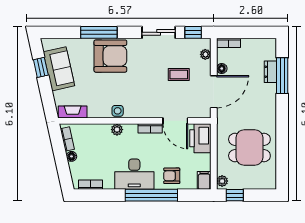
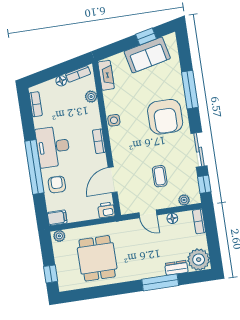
plant: (266, 49) -> (199, 260), added
armchair: (110, 56) -> (165, 117), moved
window: (282, 76) -> (160, 282), moved
door: (214, 92) -> (148, 214), width x0.53
bookcase: (150, 128) -> (99, 141), moved
plant: (117, 130) -> (91, 97), moved
printer: (200, 138) -> (106, 210), width x0.53, depth x0.68
window: (235, 195) -> (51, 274), moved

